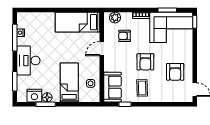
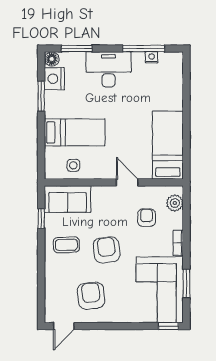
armchair: (145, 62) -> (107, 250), turned 83
armchair: (175, 72) -> (91, 296), turned 84
floor lamp: (47, 97) -> (52, 59), moved

